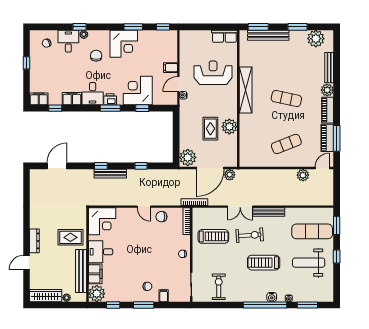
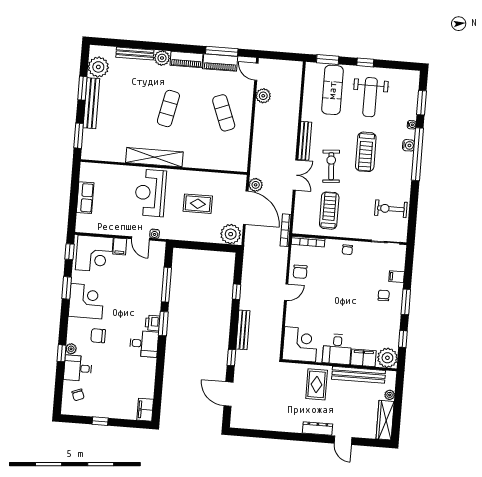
bench: (268, 35) -> (91, 103), moved
row of seats: (224, 36) -> (85, 198), moved
reception desk: (213, 73) -> (150, 193), moved
corner desk: (138, 91) -> (94, 254), moved, turned -90
filing cabinet: (72, 99) -> (148, 369), removed
window: (55, 108) -> (158, 390), removed
window: (142, 108) -> (166, 285), width x2.17
plant: (229, 127) -> (197, 180), removed
window: (101, 166) -> (231, 357), moved

